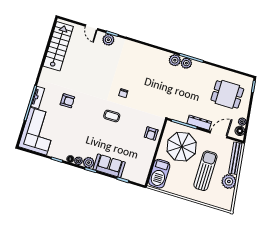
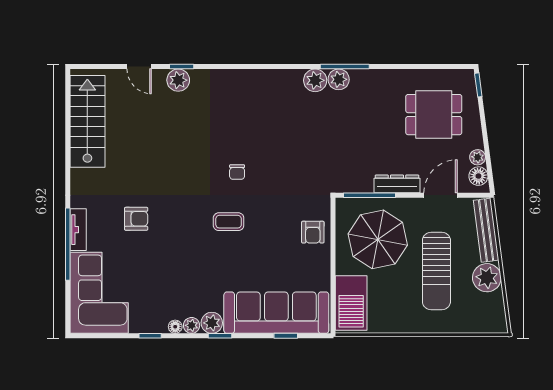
sofa: (109, 166) -> (276, 313), width x1.85, depth x1.27
sun lounger: (205, 171) -> (436, 271), turned 180

